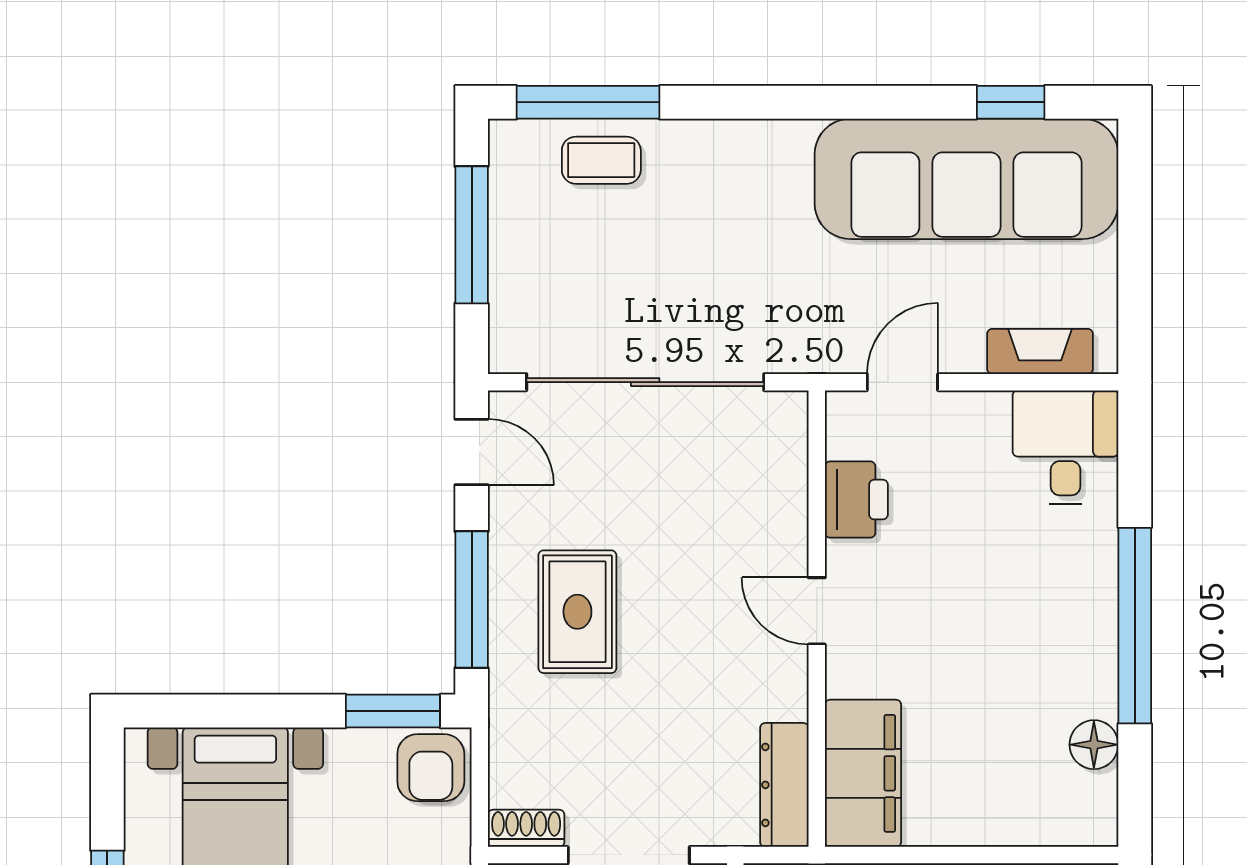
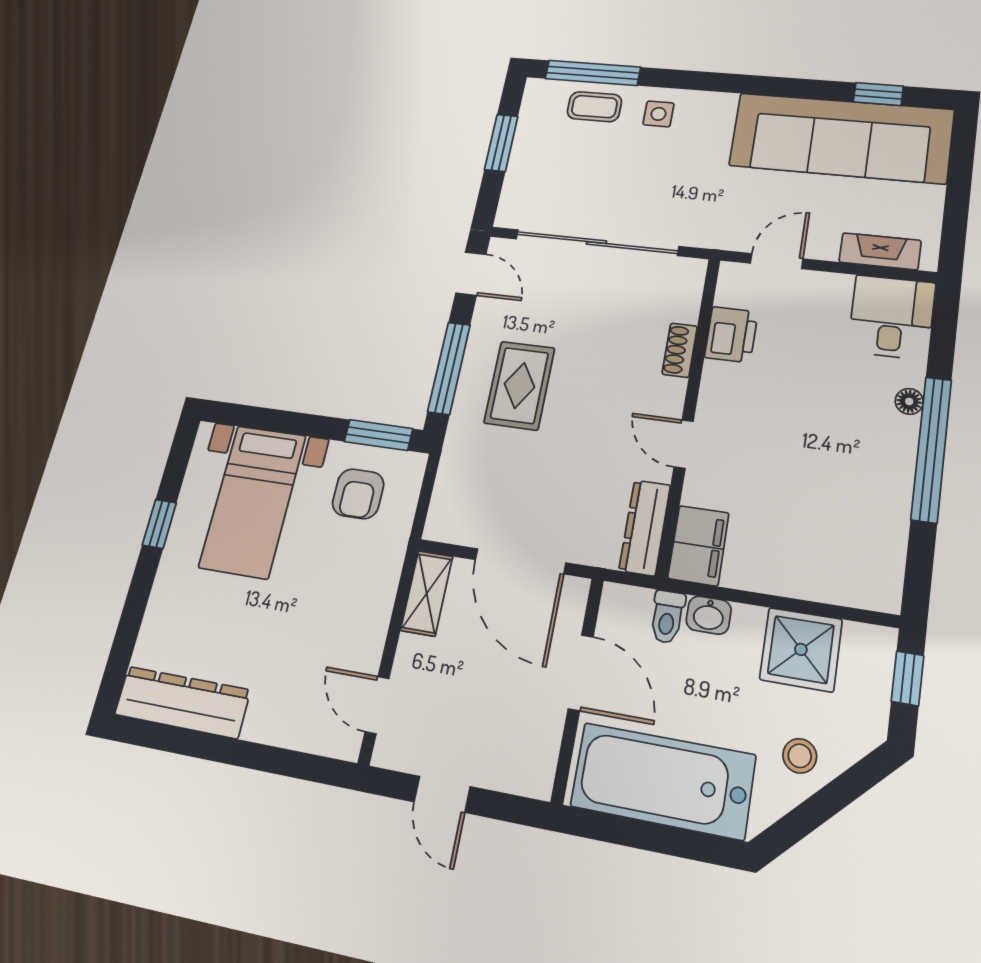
side table: (699, 164) -> (658, 114), added
window: (472, 235) -> (501, 143), width x0.69
door: (817, 611) -> (684, 444), moved
floor lamp: (1094, 745) -> (909, 401), moved, width x0.73, depth x0.73
armchair: (431, 768) -> (358, 494), moved
filing cabinet: (863, 773) -> (698, 546), width x0.67, depth x0.86
shoe rack: (526, 828) -> (680, 350), moved, turned -90

